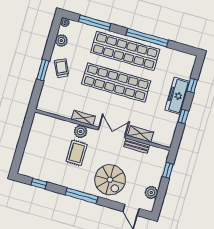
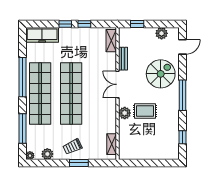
window: (192, 85) -> (65, 24), moved
freezer: (177, 96) -> (42, 35), moved
shelving: (83, 118) -> (112, 144), moved
shelving: (141, 134) -> (111, 41), moved

